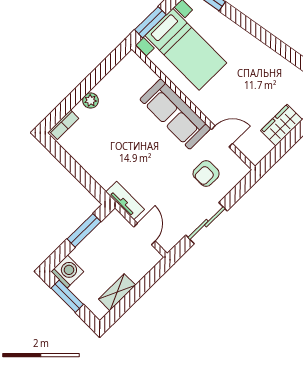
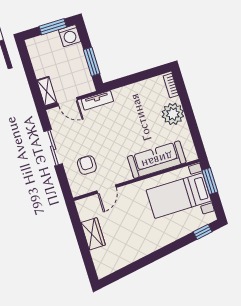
plant: (91, 101) -> (173, 114), width x1.87, depth x1.87
sofa: (175, 114) -> (157, 160), moved
shelving: (117, 292) -> (47, 91), moved

